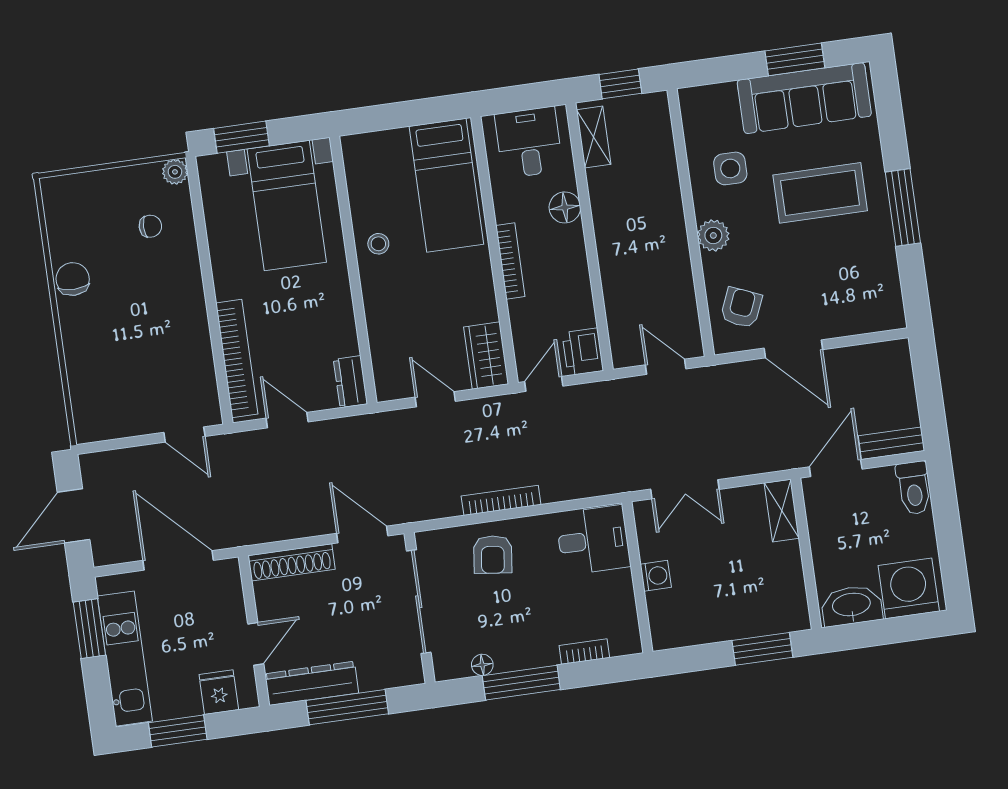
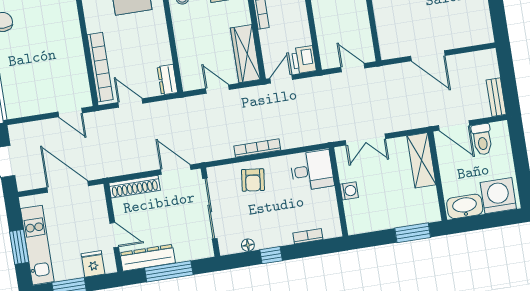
armchair: (741, 308) -> (397, 32), removed
wardrobe: (486, 356) -> (245, 54), width x1.50
bench: (891, 443) -> (496, 97), moved, turned 90
door: (836, 468) -> (454, 126), swing flipped
toilet: (914, 488) -> (482, 139), moved
shelving: (782, 511) -> (421, 160), width x1.50, depth x1.33
window: (89, 629) -> (19, 247), moved
door: (256, 644) -> (114, 235), hinge flipped
window: (521, 683) -> (271, 255), width x0.46

